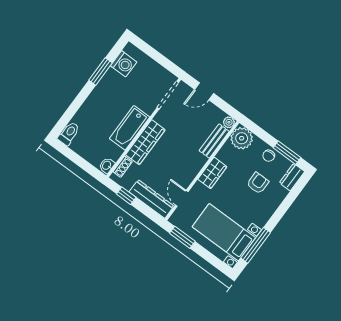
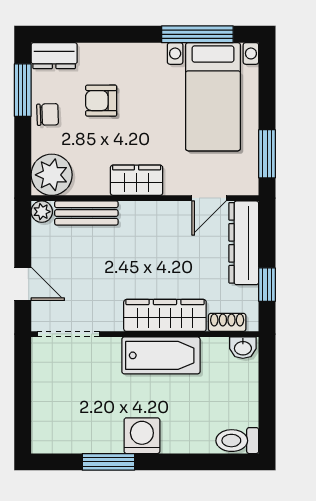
washing machine: (124, 64) -> (142, 436), moved

